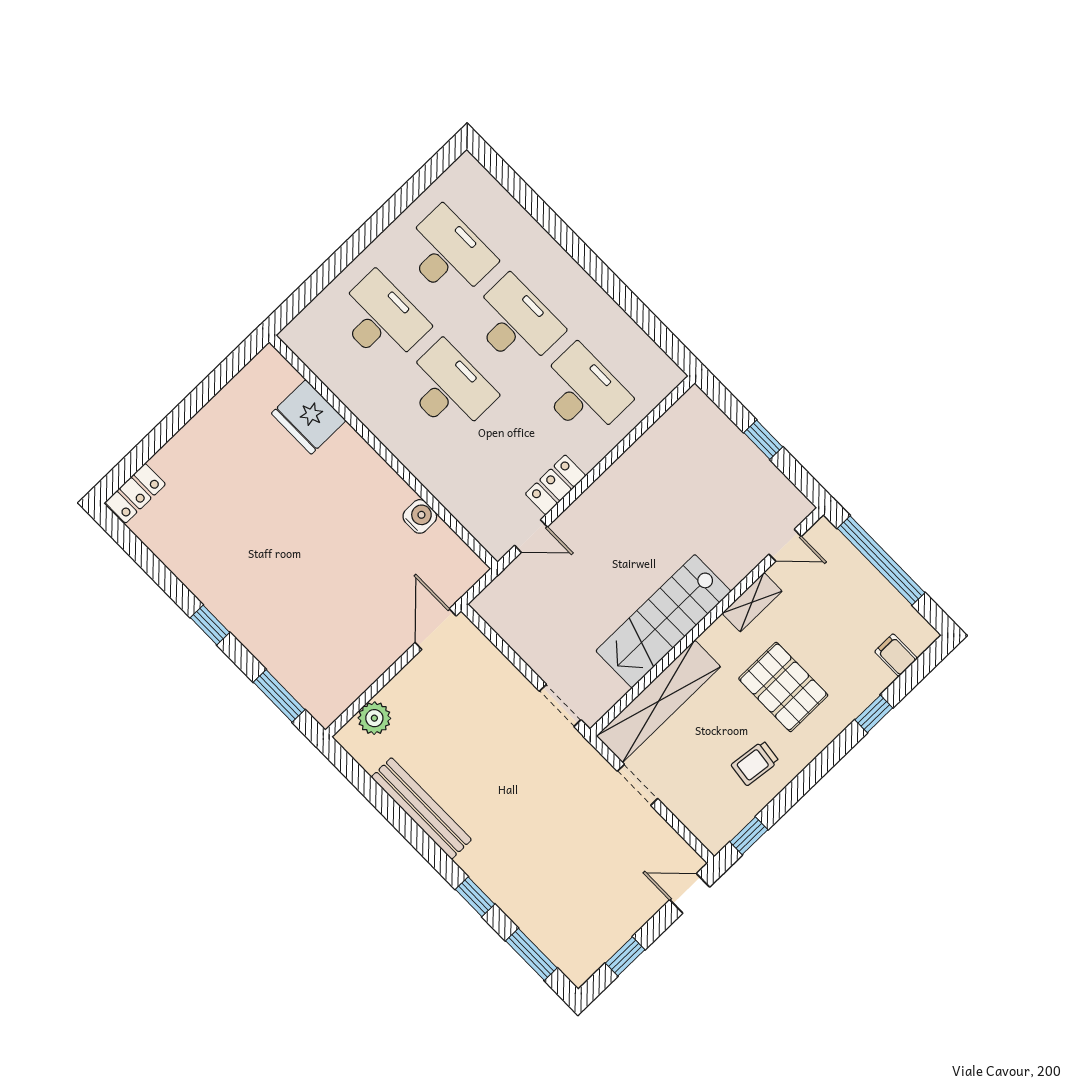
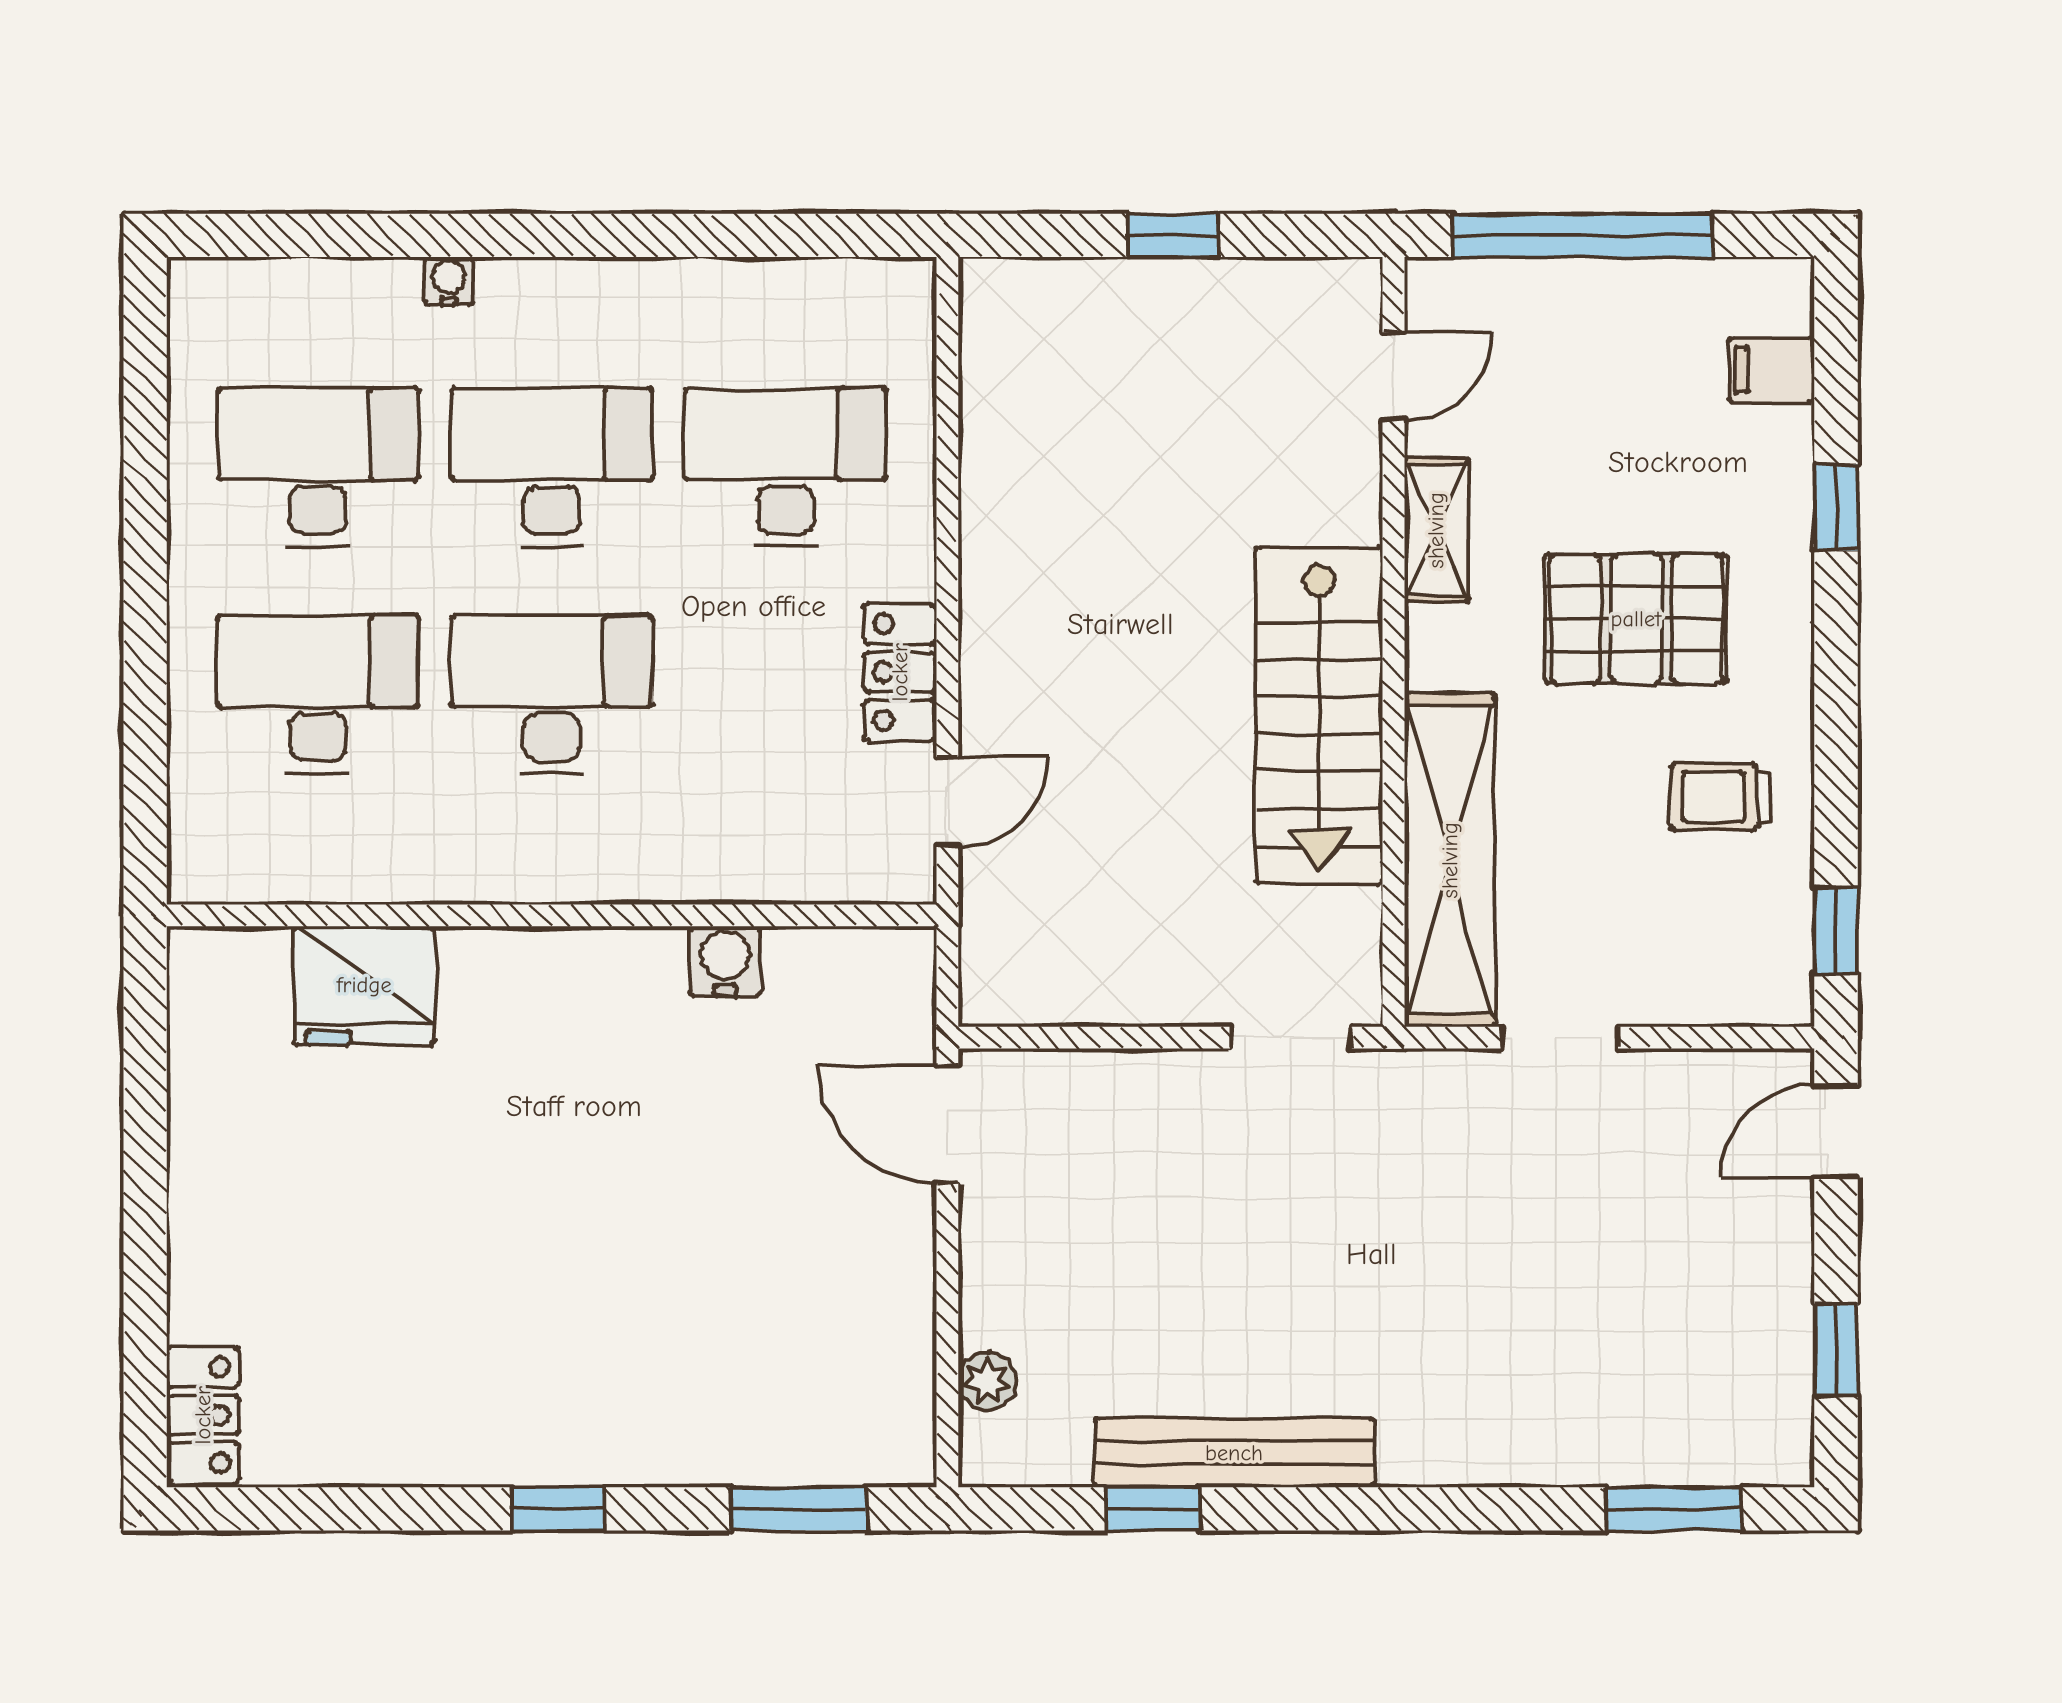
water cooler: (541, 239) -> (448, 281), added
plant: (374, 718) -> (987, 1381), width x0.73, depth x0.73
trolley: (755, 763) -> (1721, 797), turned 83
window: (475, 897) -> (1153, 1509), moved

